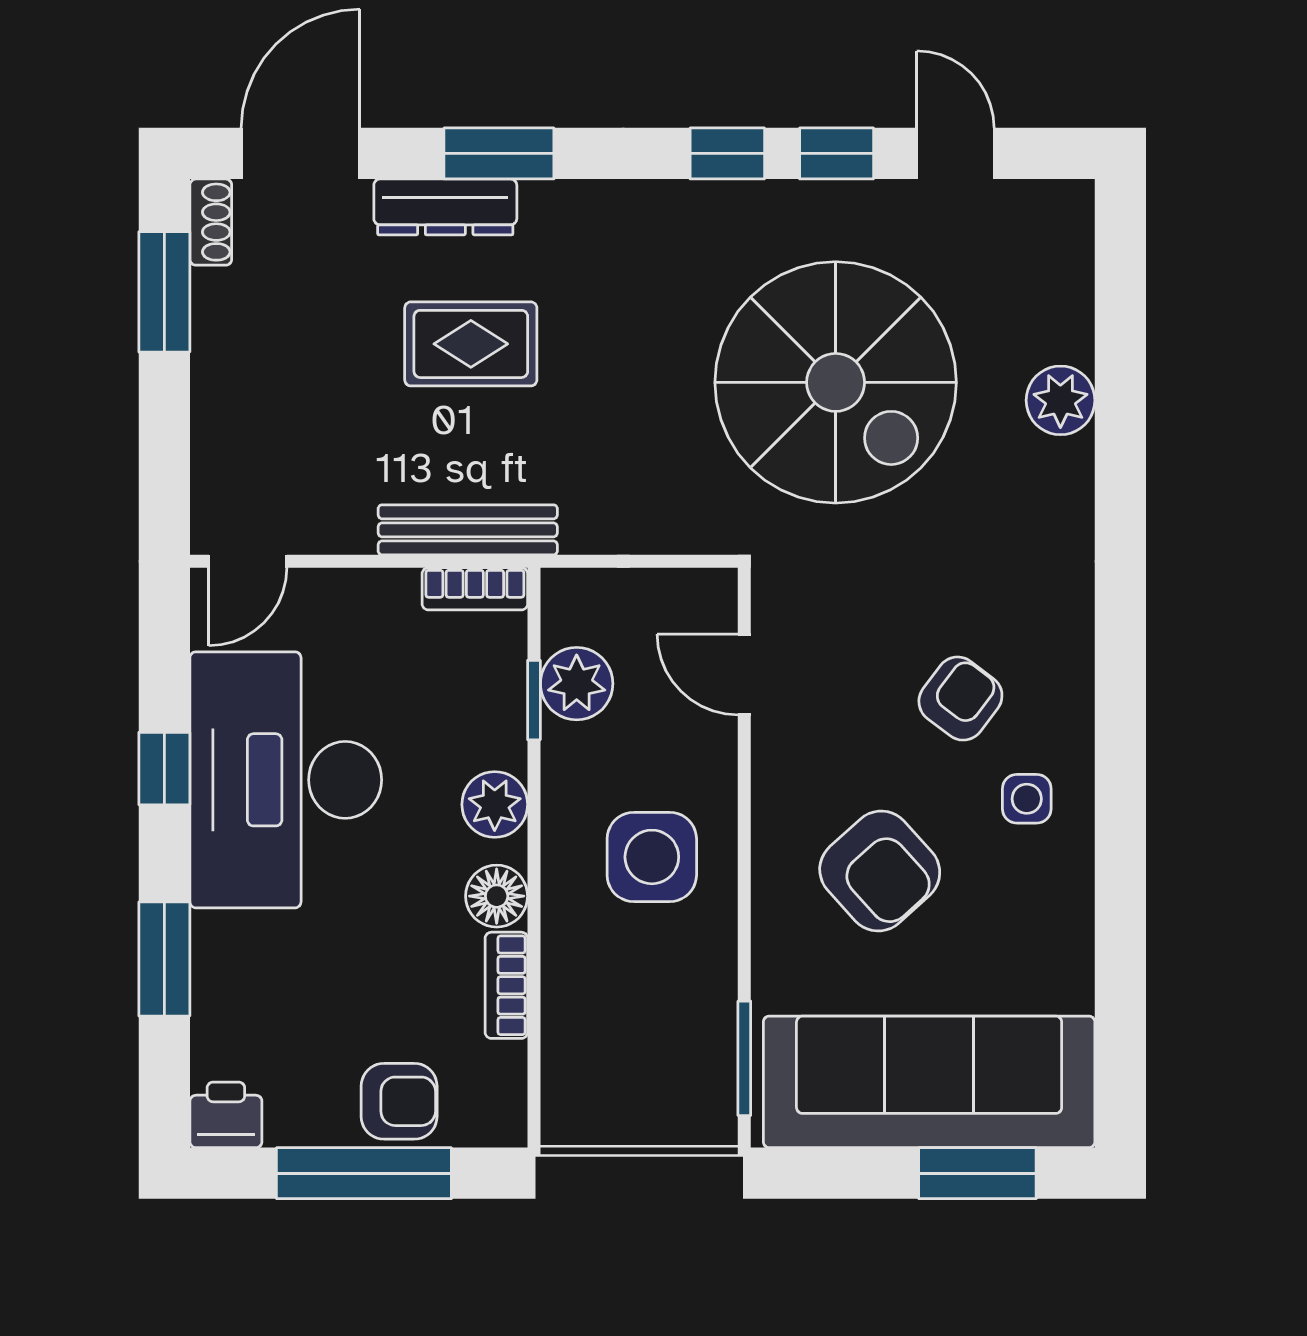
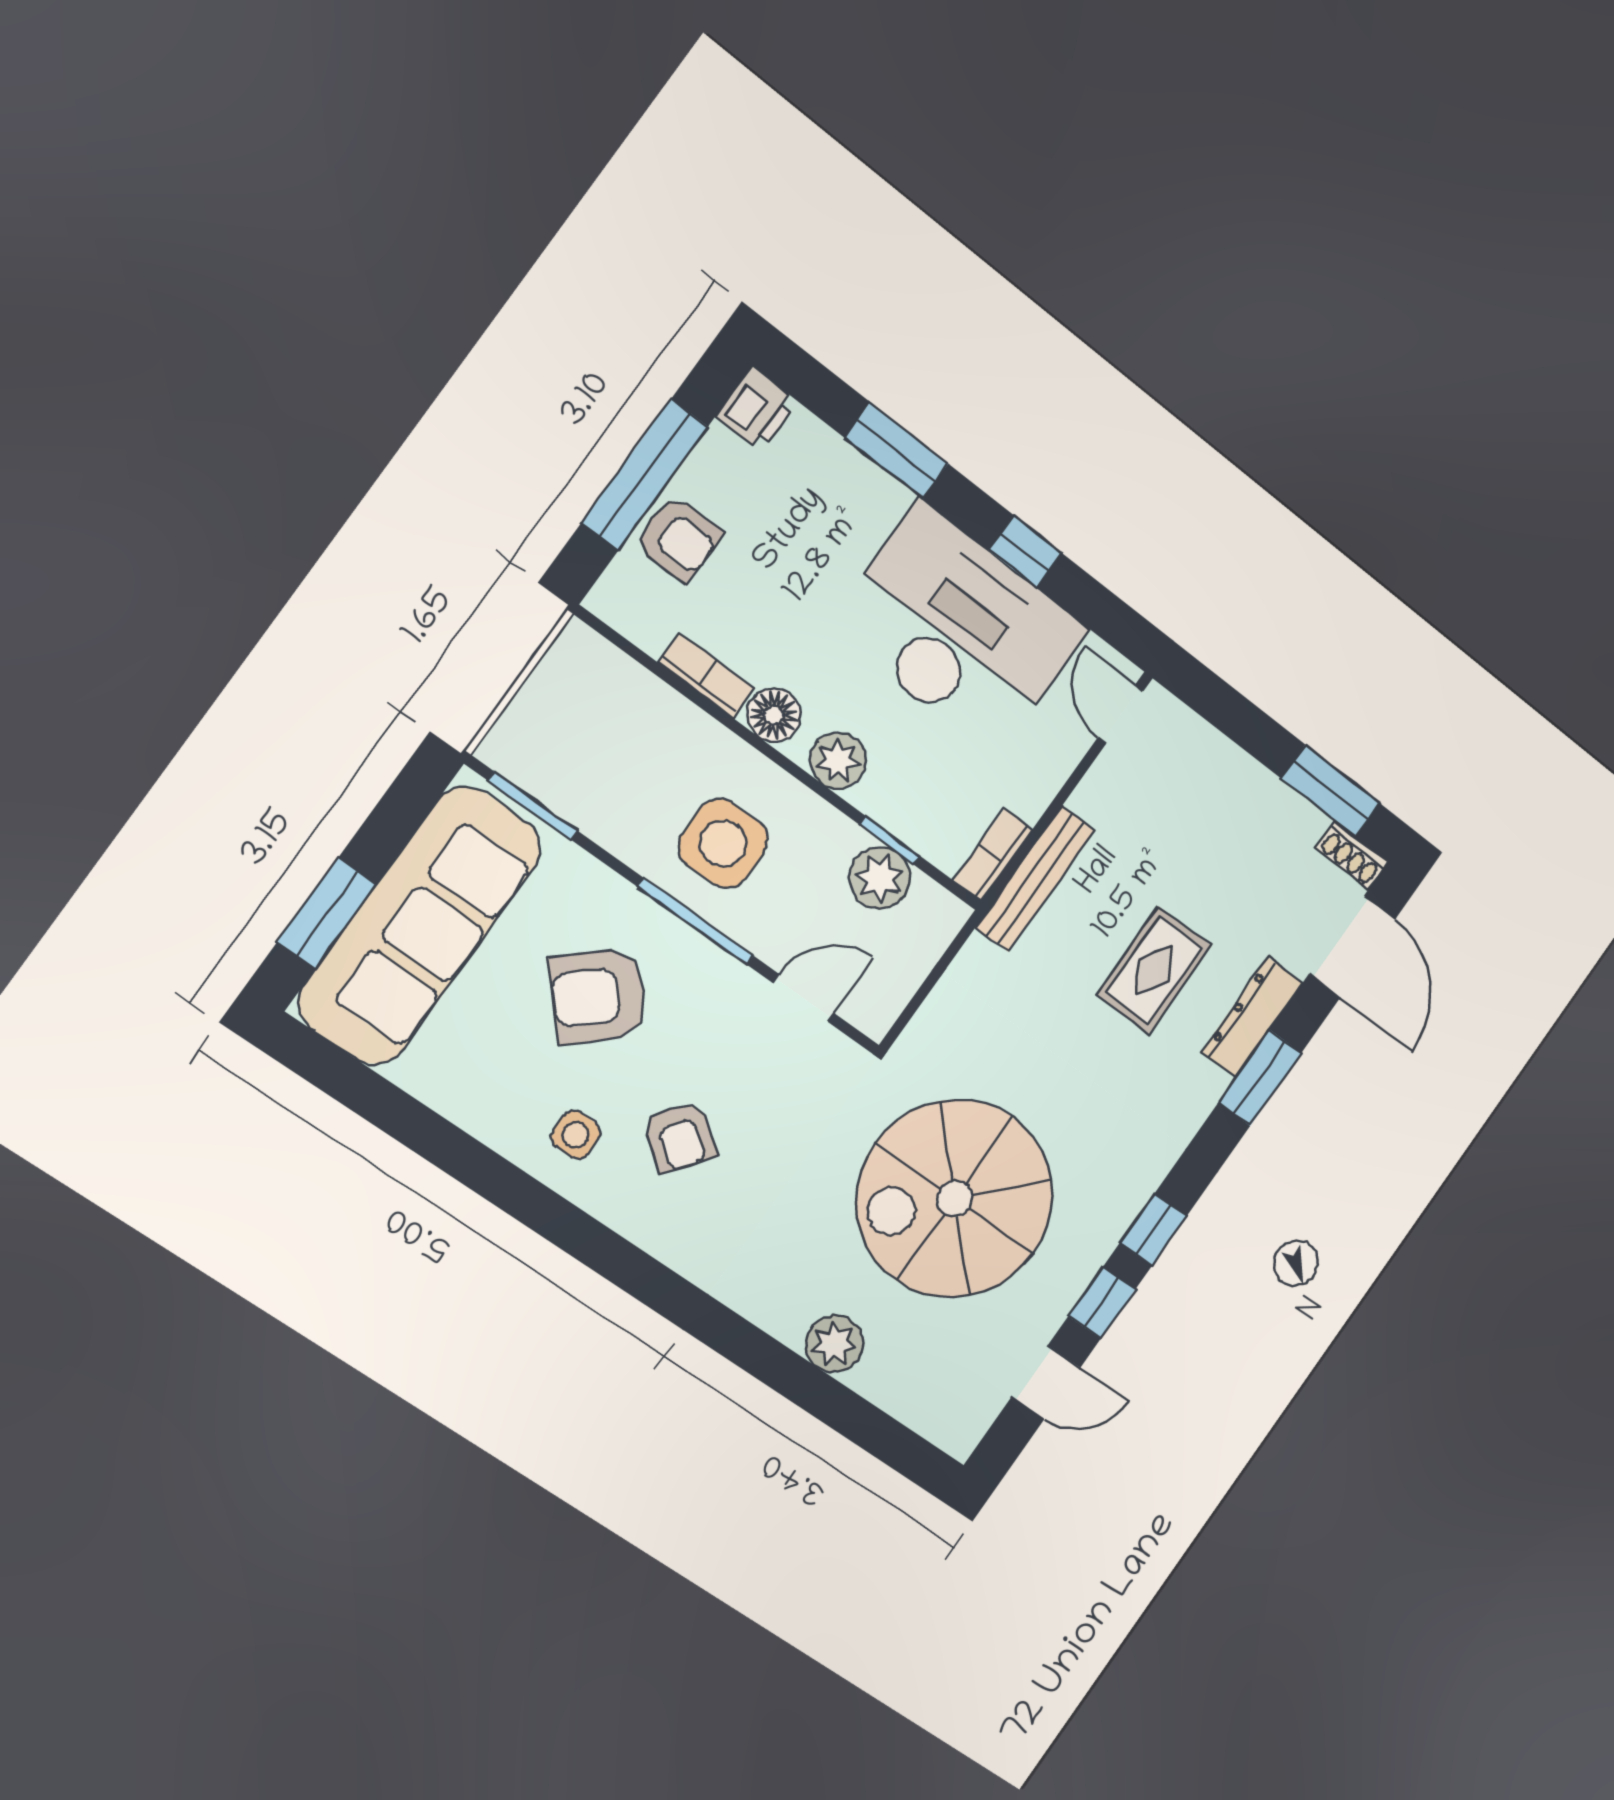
window: (744, 830) -> (695, 921), added
armchair: (399, 1101) -> (678, 538), turned -90

